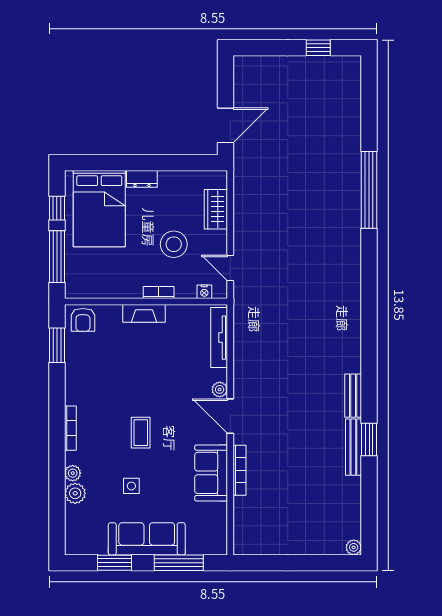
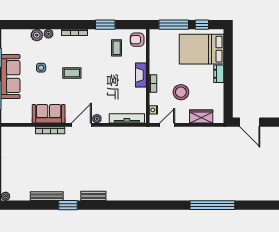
window: (57, 345) -> (105, 25), moved
coffee table: (97, 355) -> (117, 48), added
bench: (353, 447) -> (47, 196), moved

